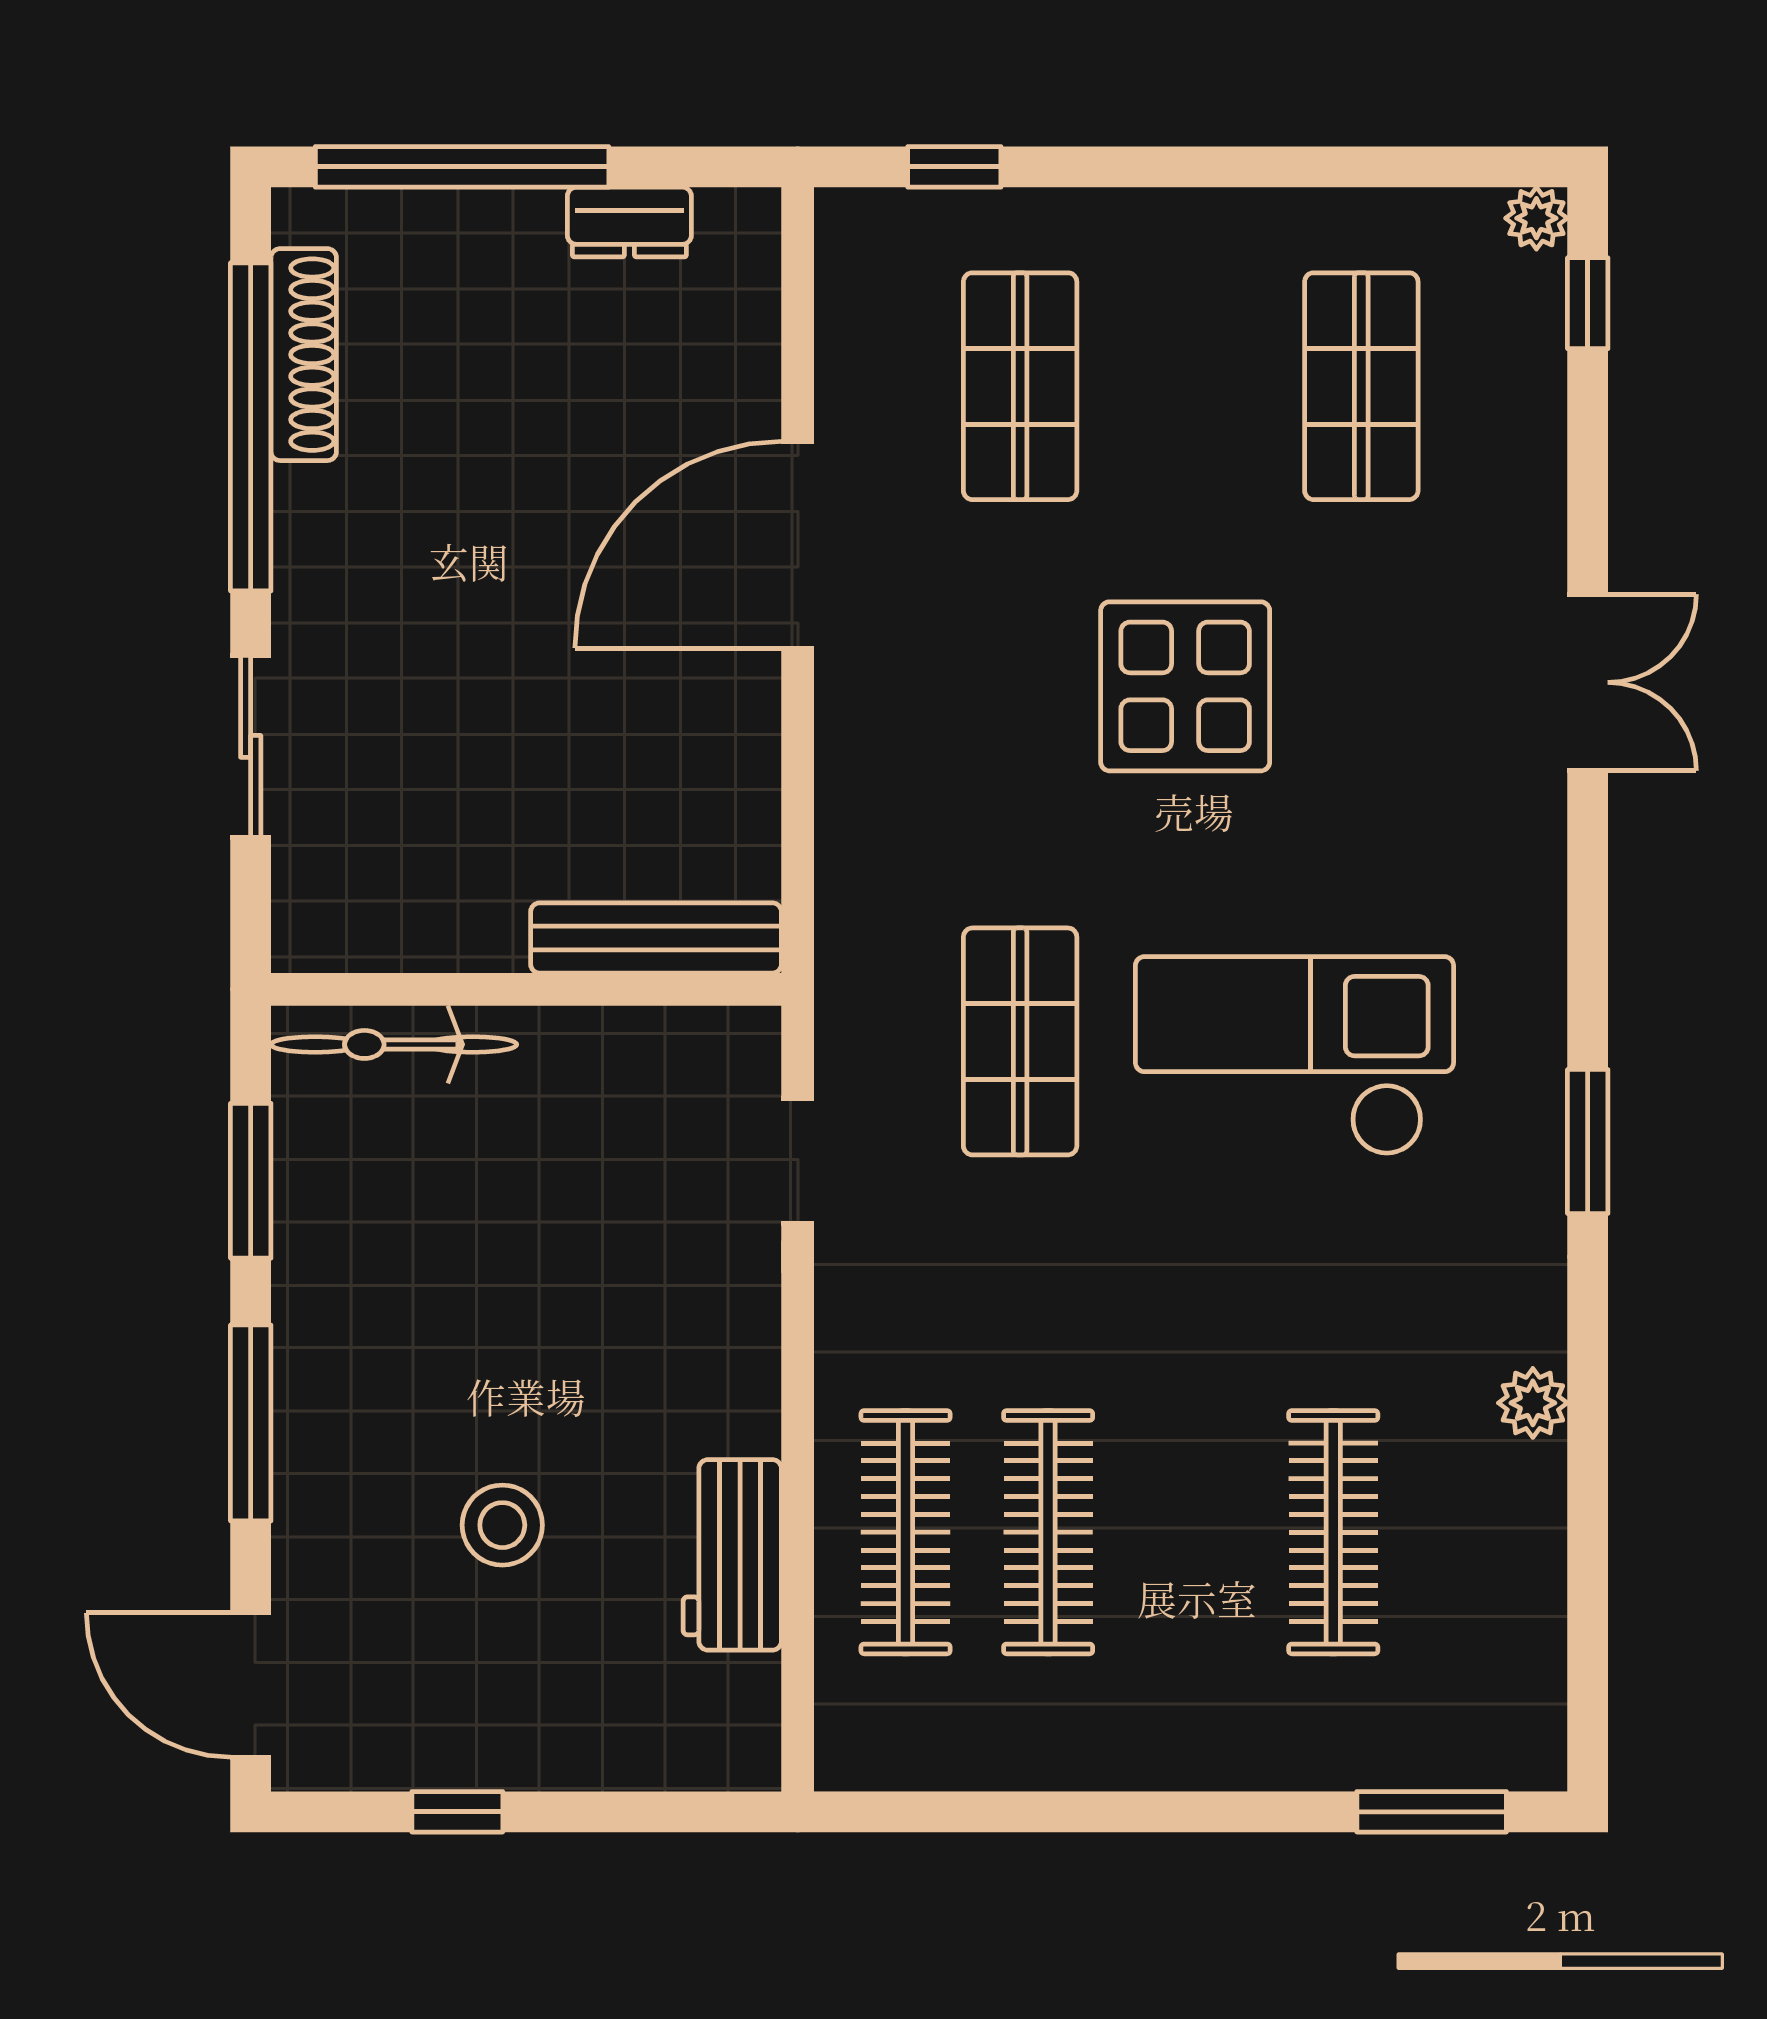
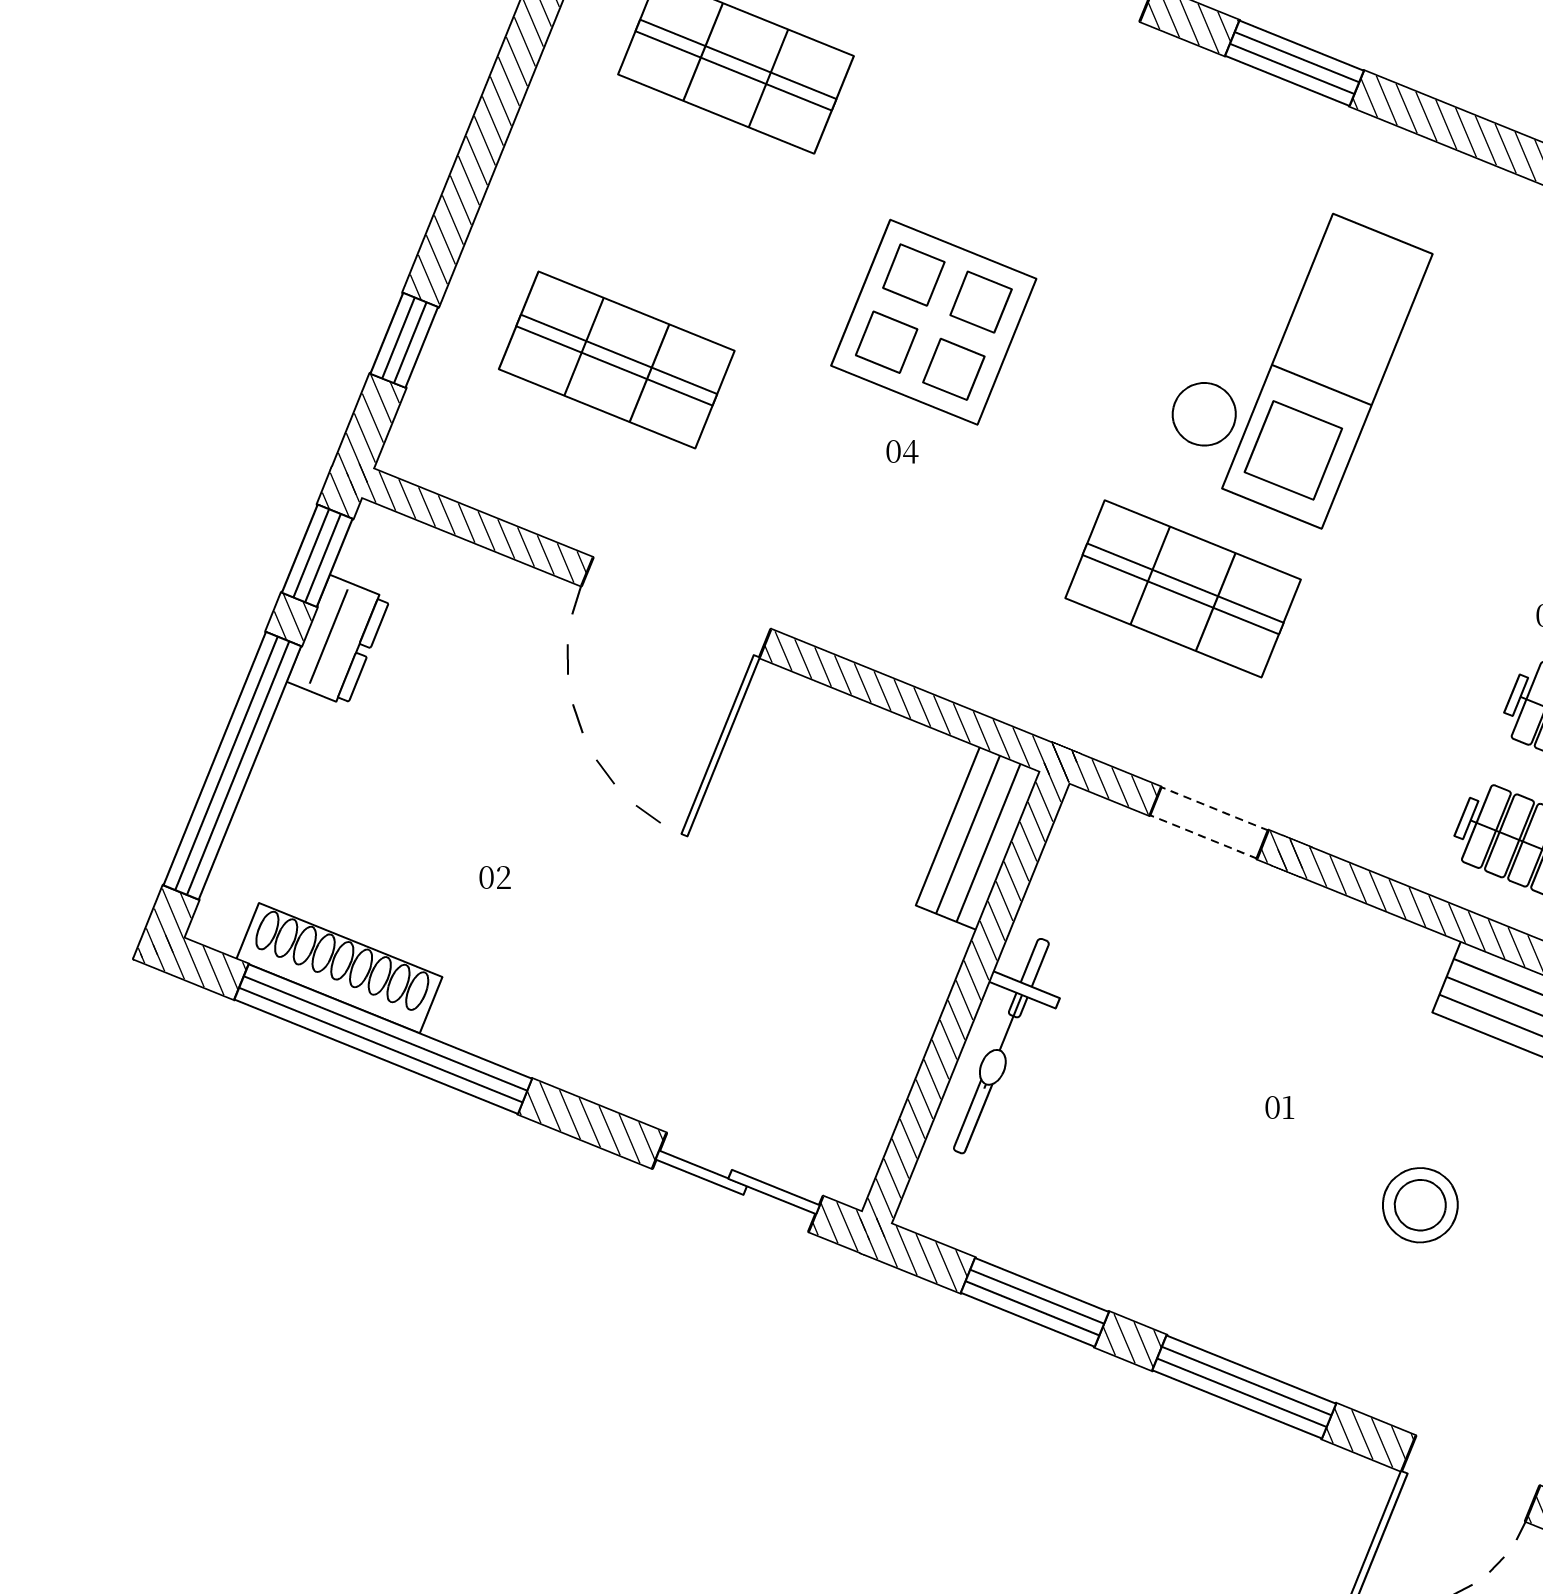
window: (705, 167) -> (317, 556), added
sliding door: (251, 746) -> (738, 1182), moved
bench: (656, 938) -> (978, 838), width x0.73
bicycle: (394, 1044) -> (1001, 1046), moved
checkout: (1294, 1056) -> (1291, 357), turned 180
window: (1588, 1141) -> (1294, 63), moved

